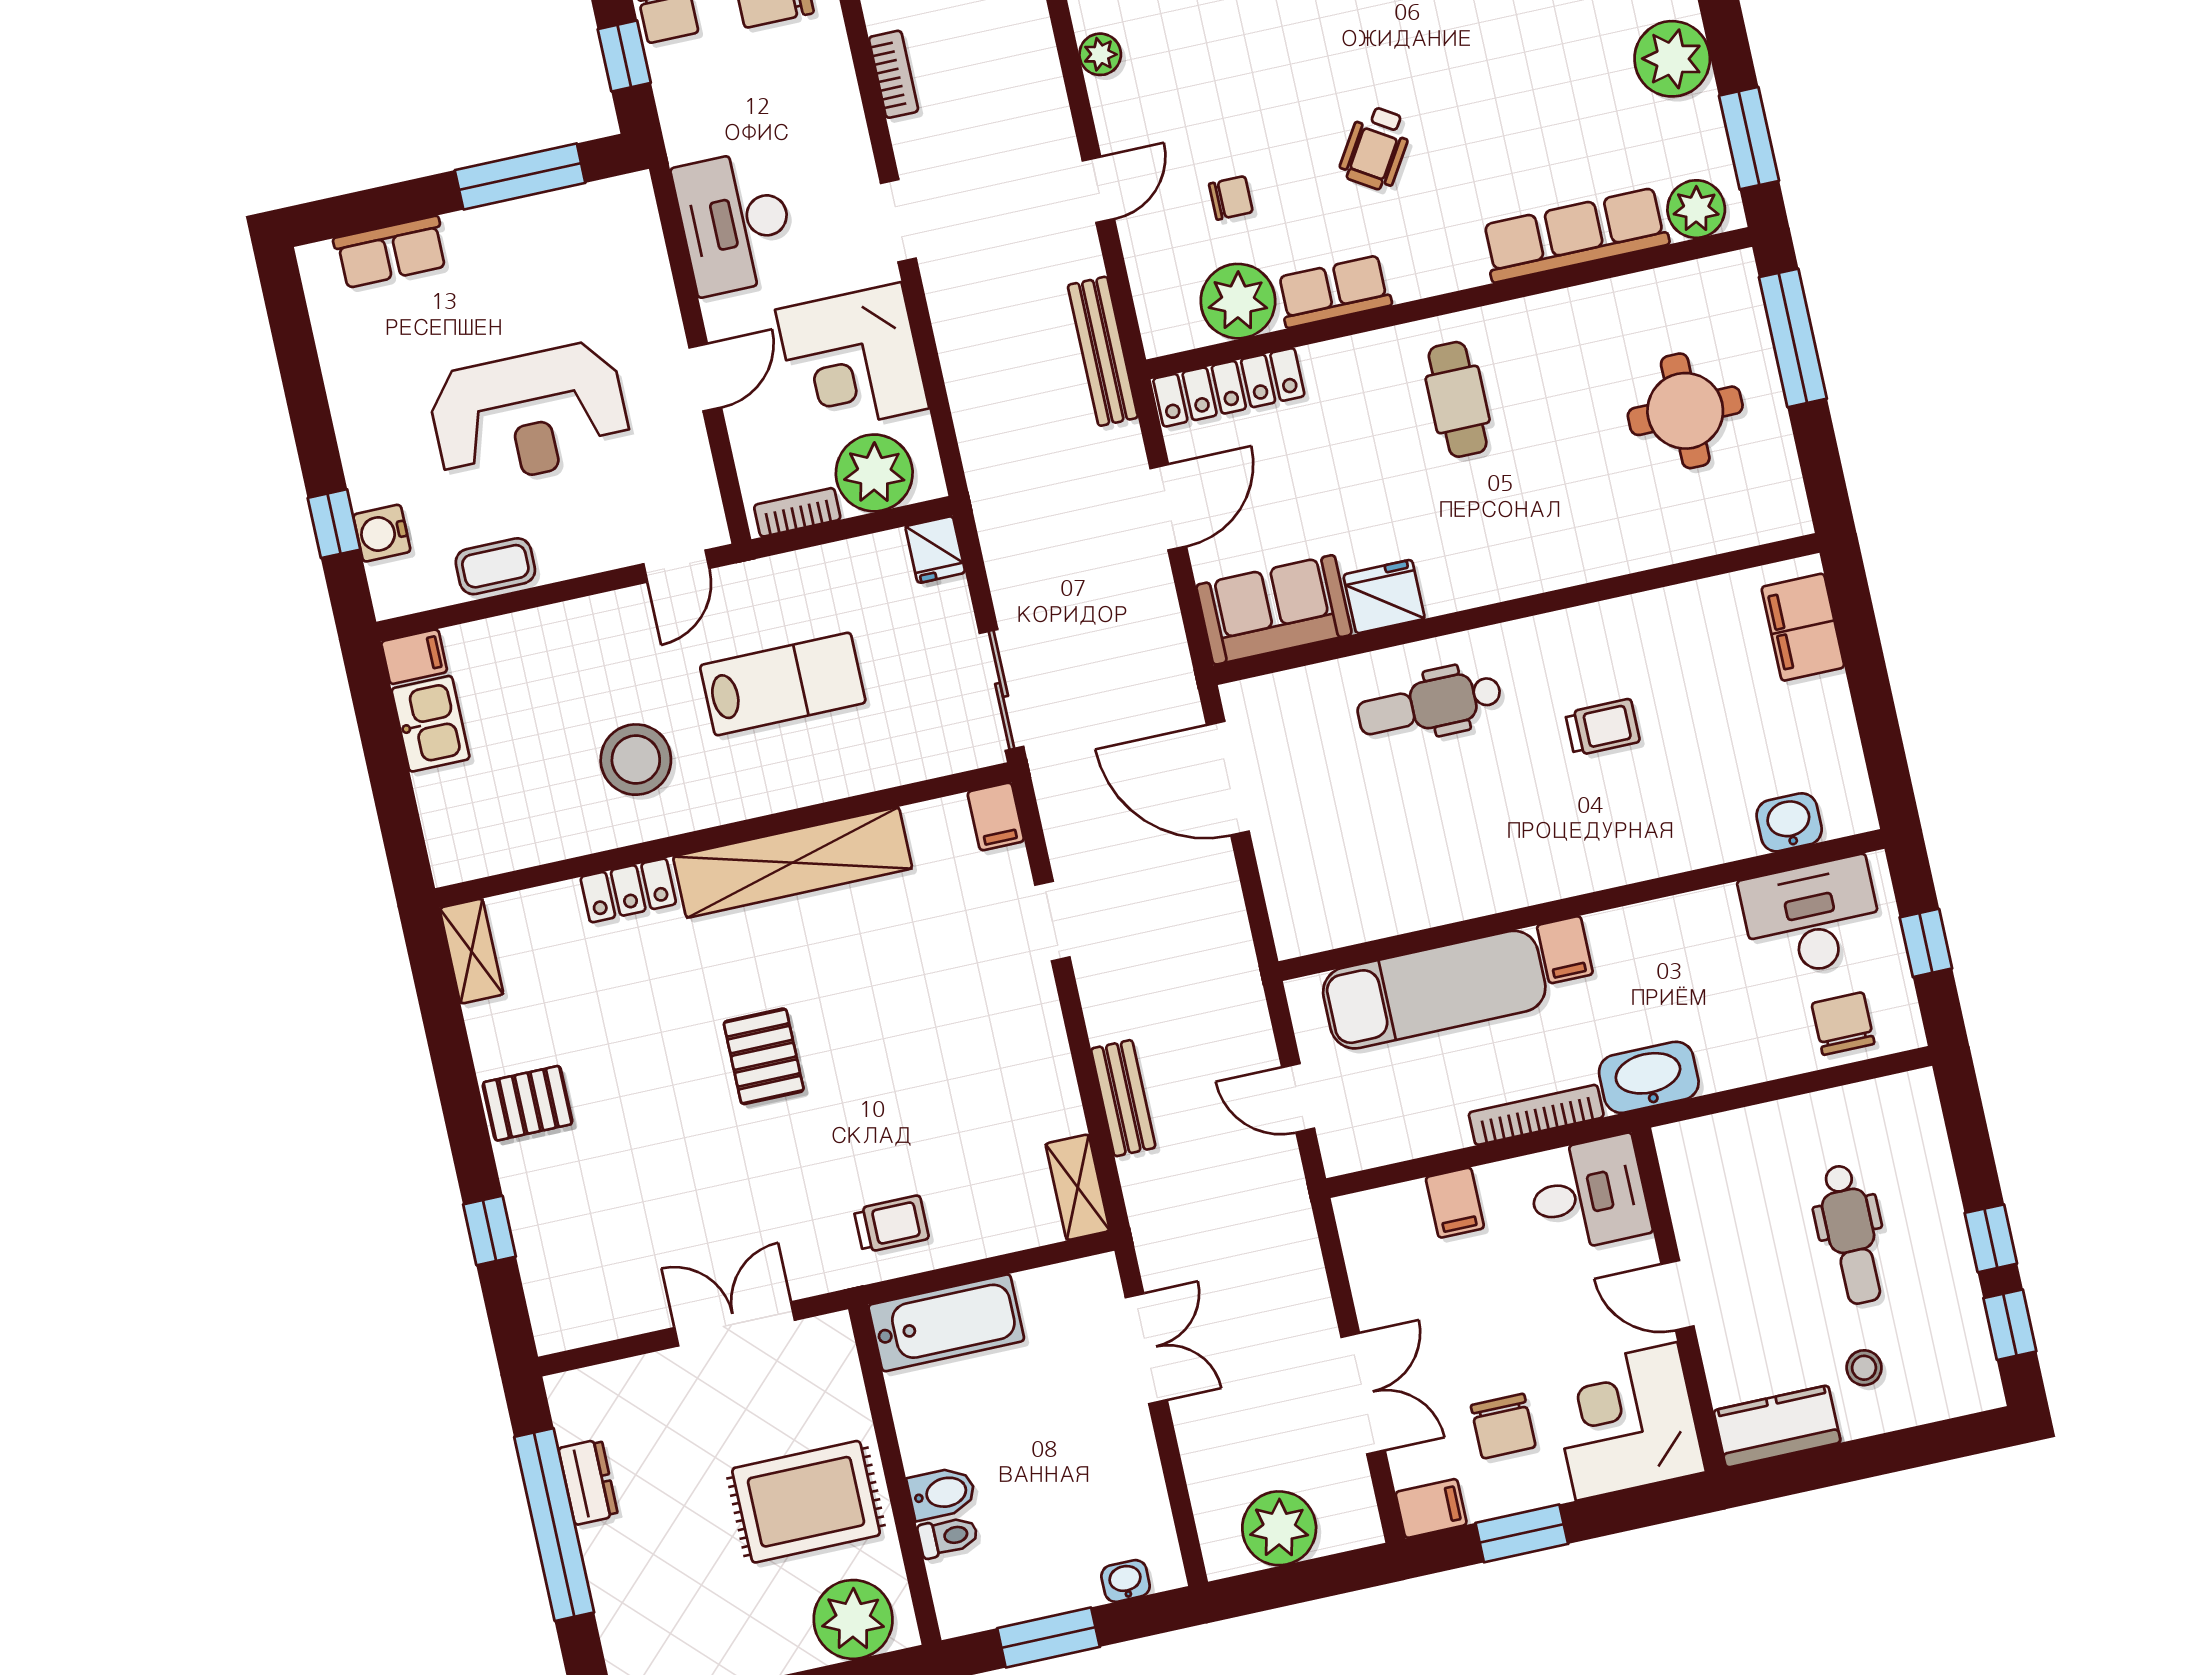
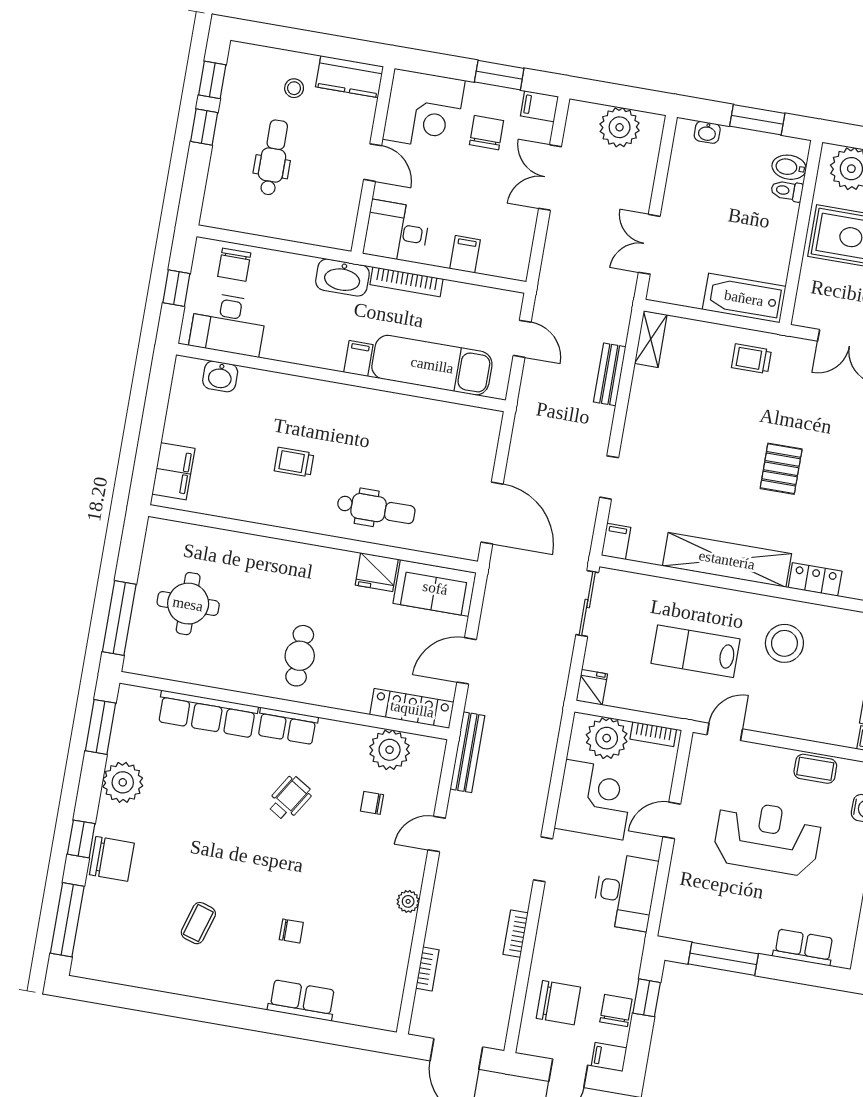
plant: (1696, 209) -> (141, 702), removed
row of seats: (1334, 291) -> (287, 726), moved
bidet: (942, 1493) -> (789, 167), moved

